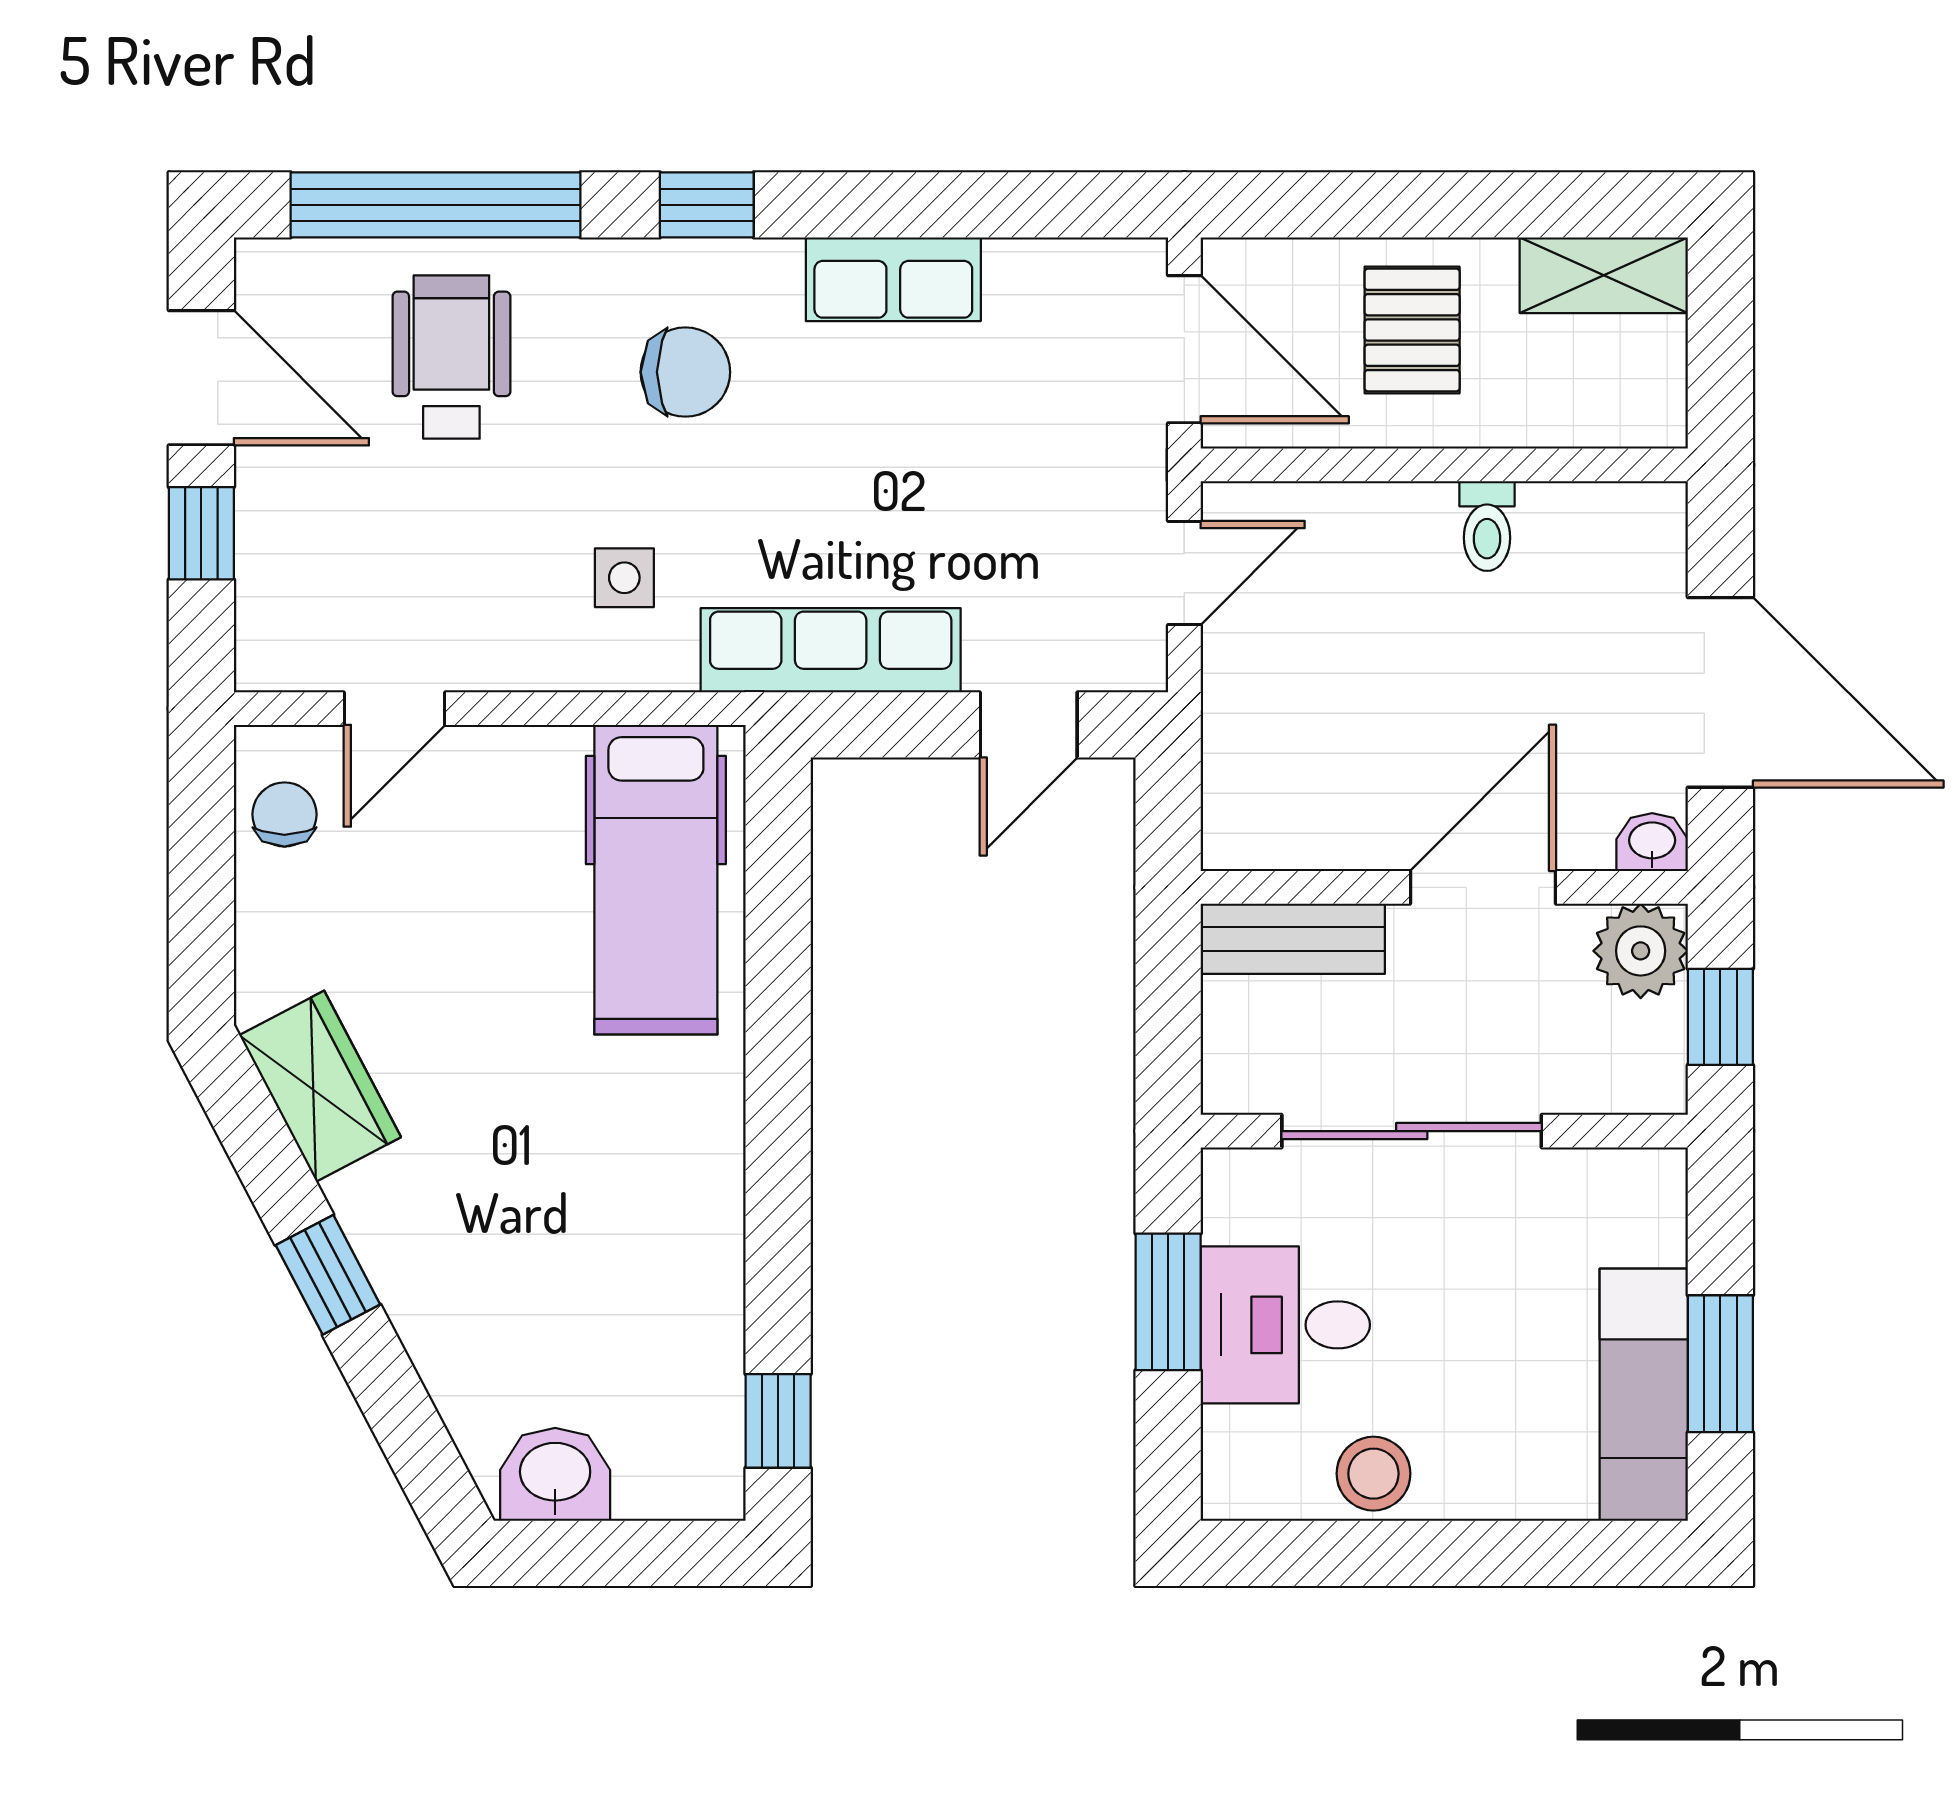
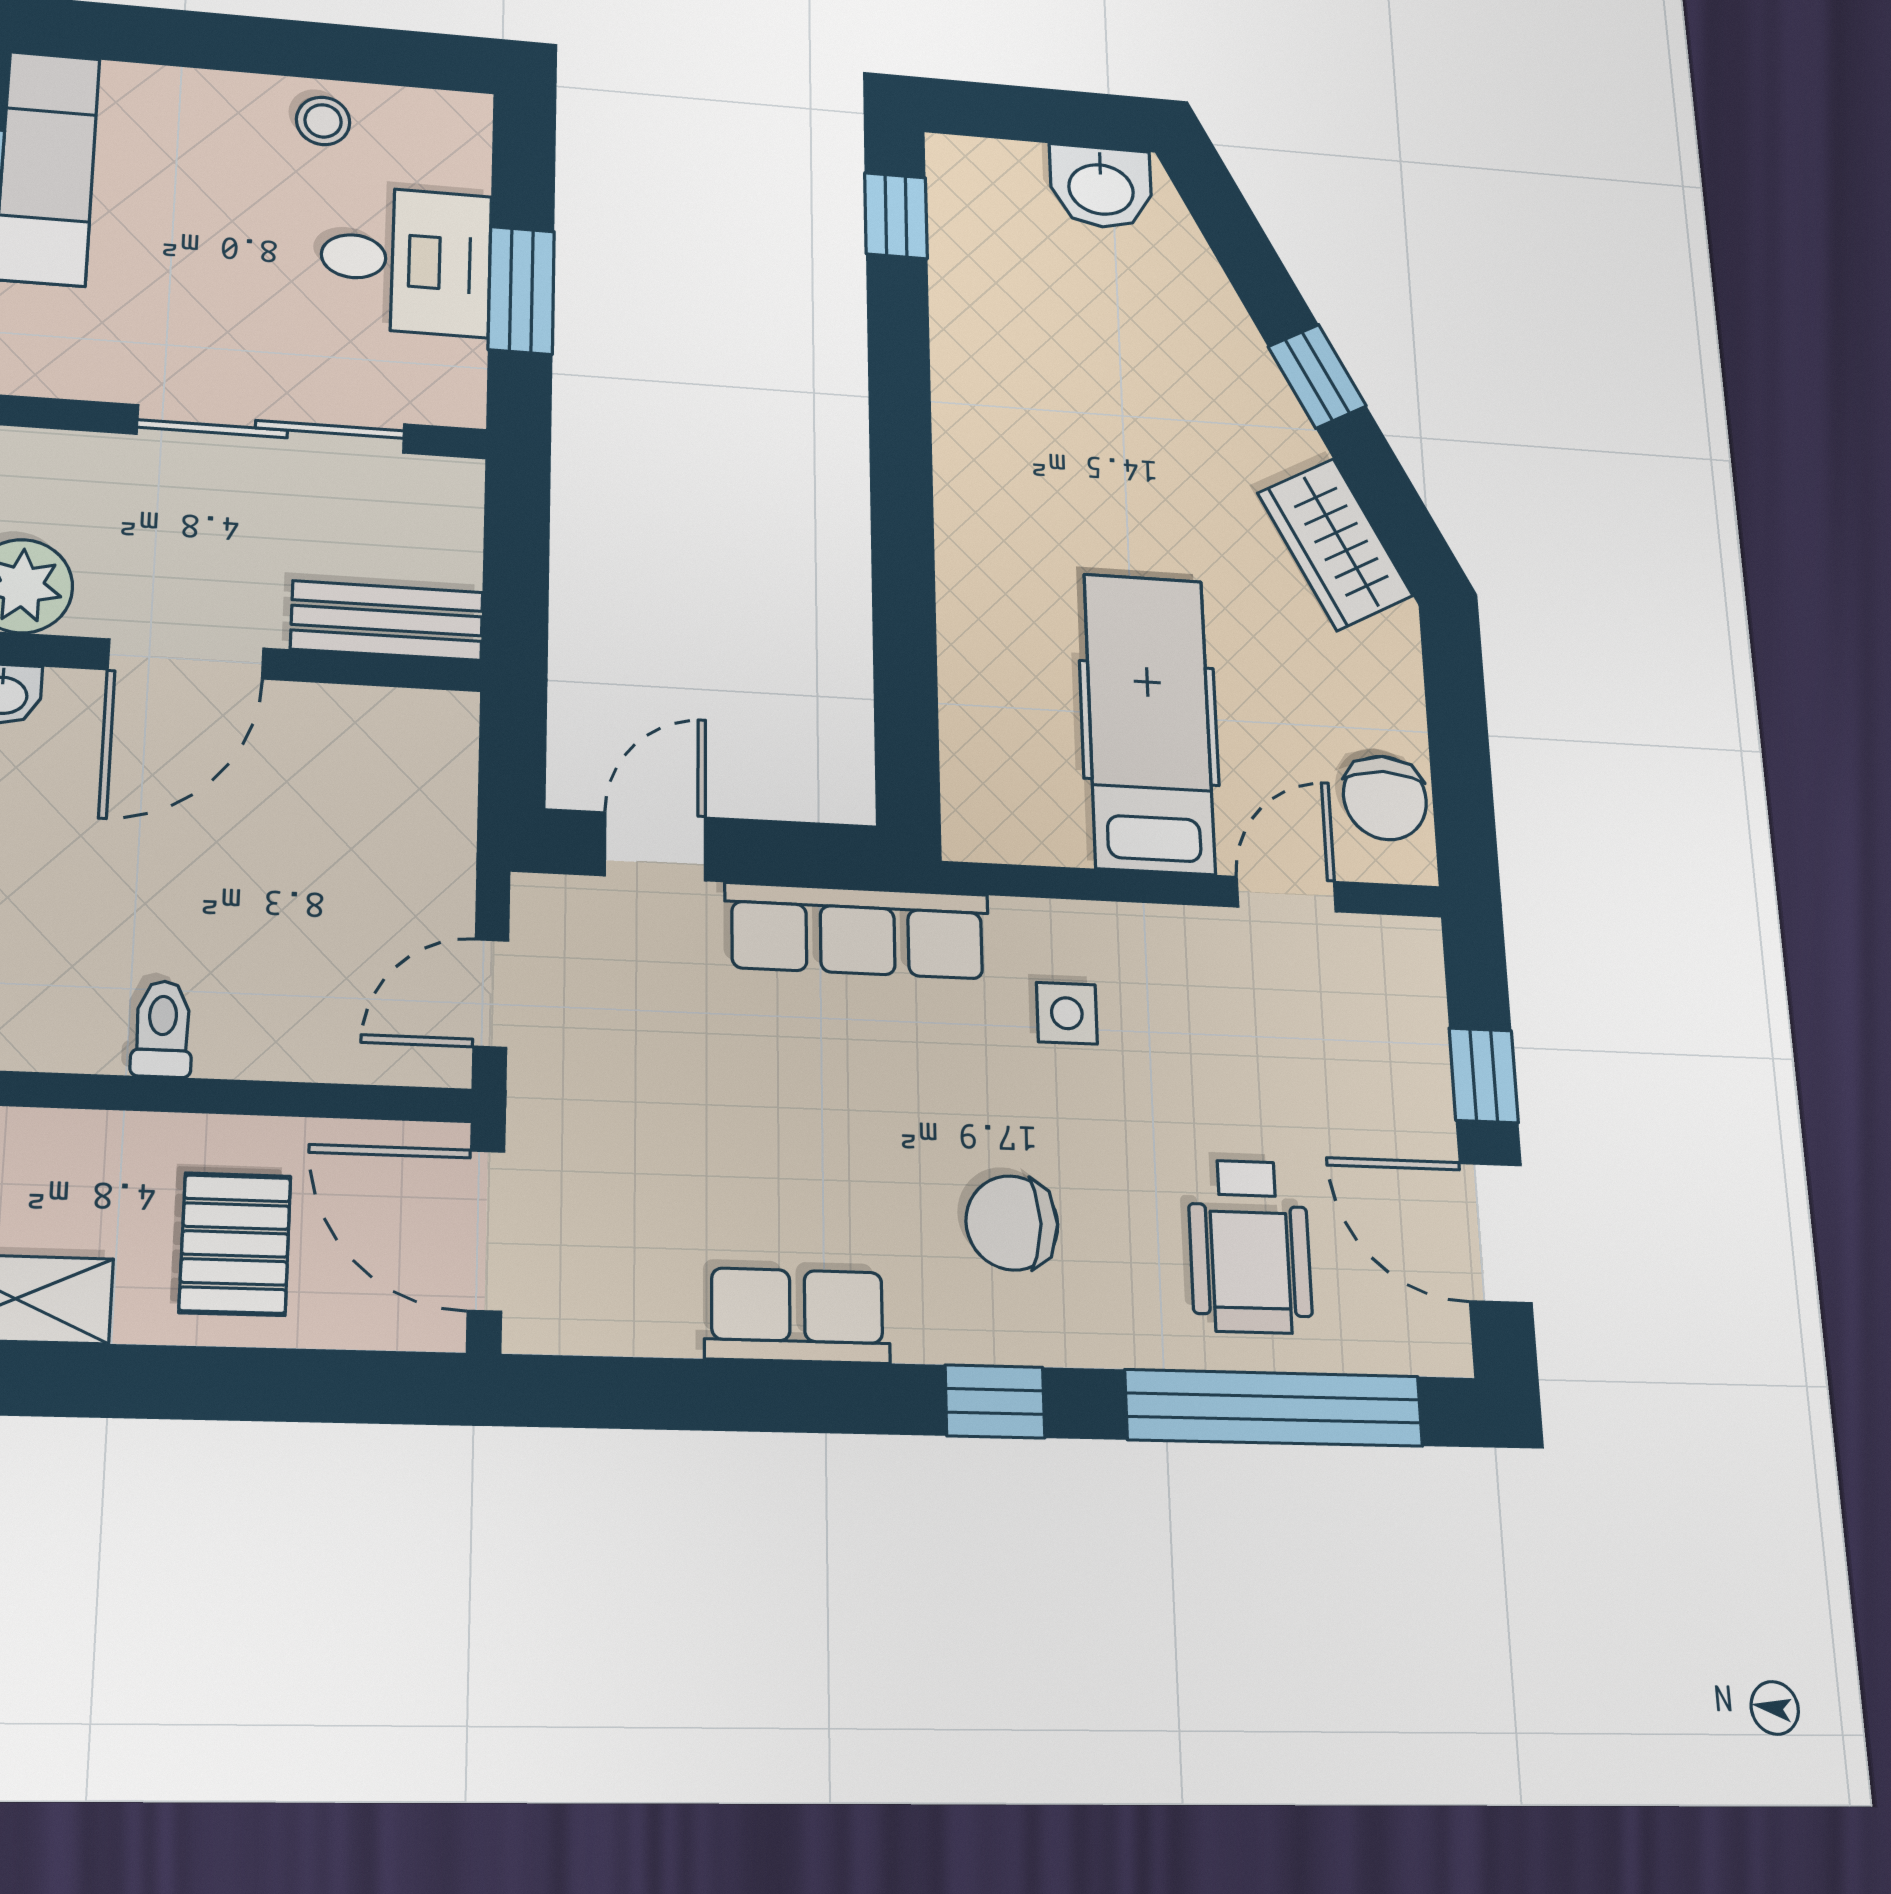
chair: (284, 814) -> (1385, 798), width x1.37, depth x1.37
hospital bed: (656, 880) -> (1149, 723), moved
stool: (1373, 1474) -> (323, 121), width x0.73, depth x0.73

